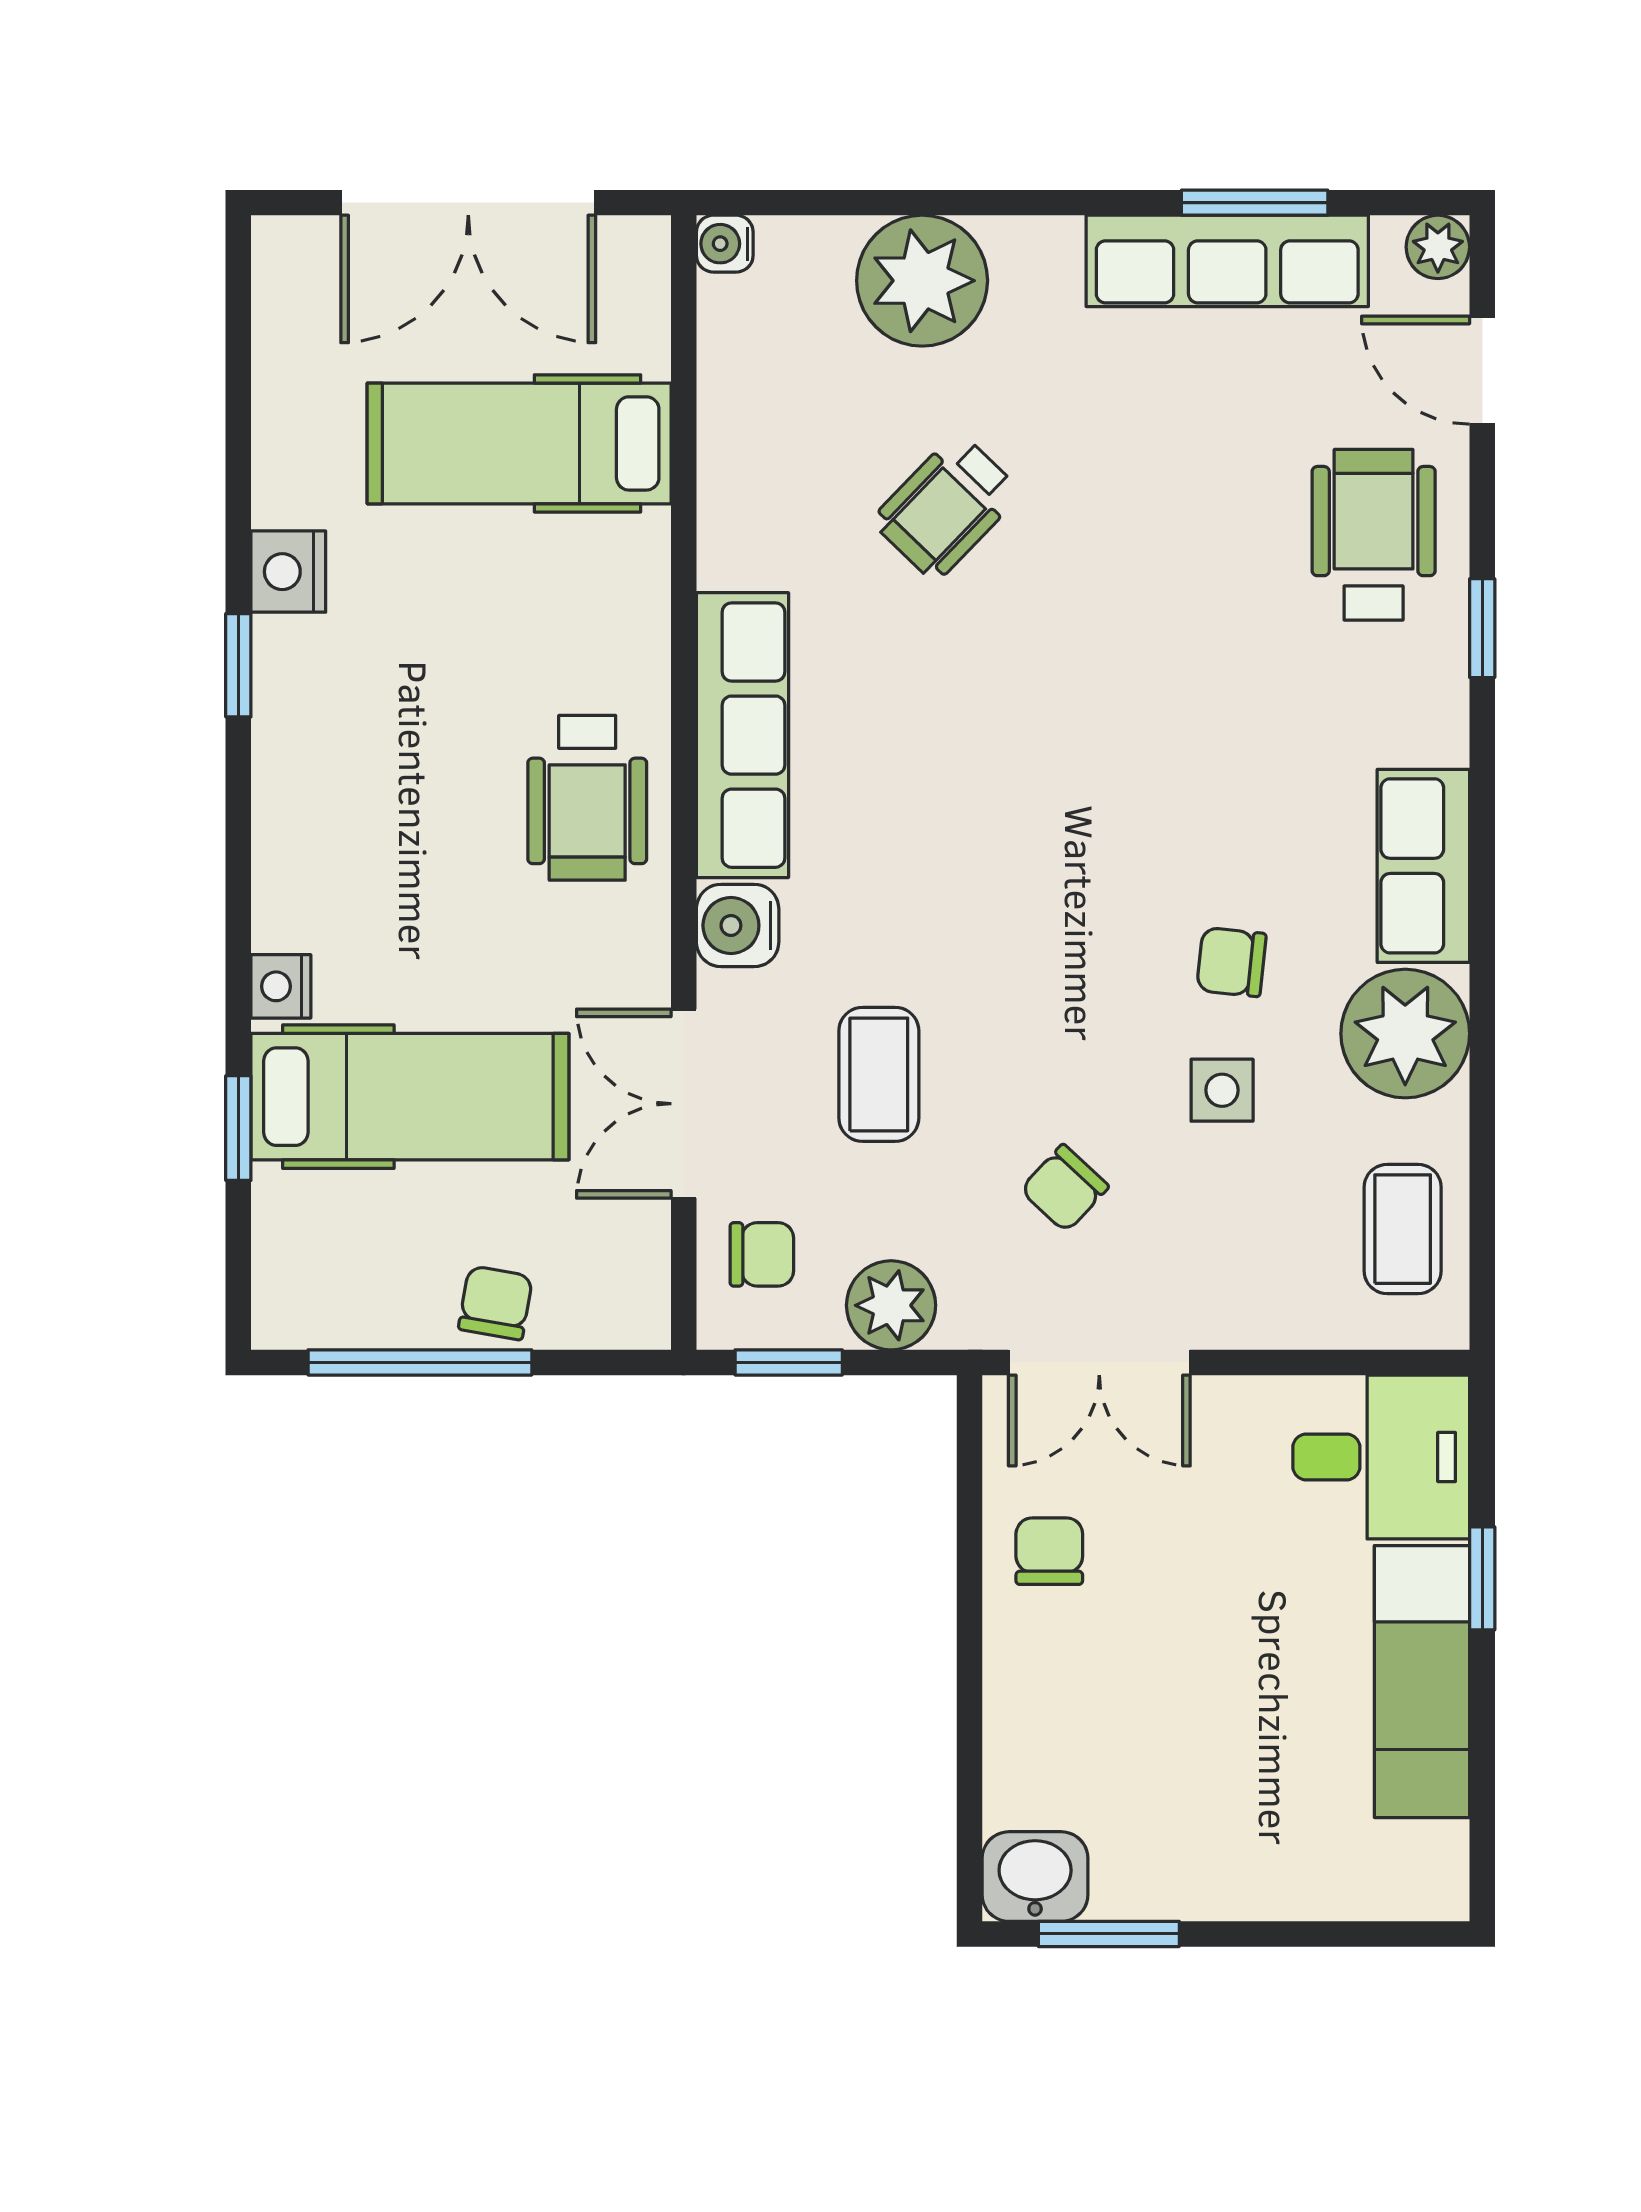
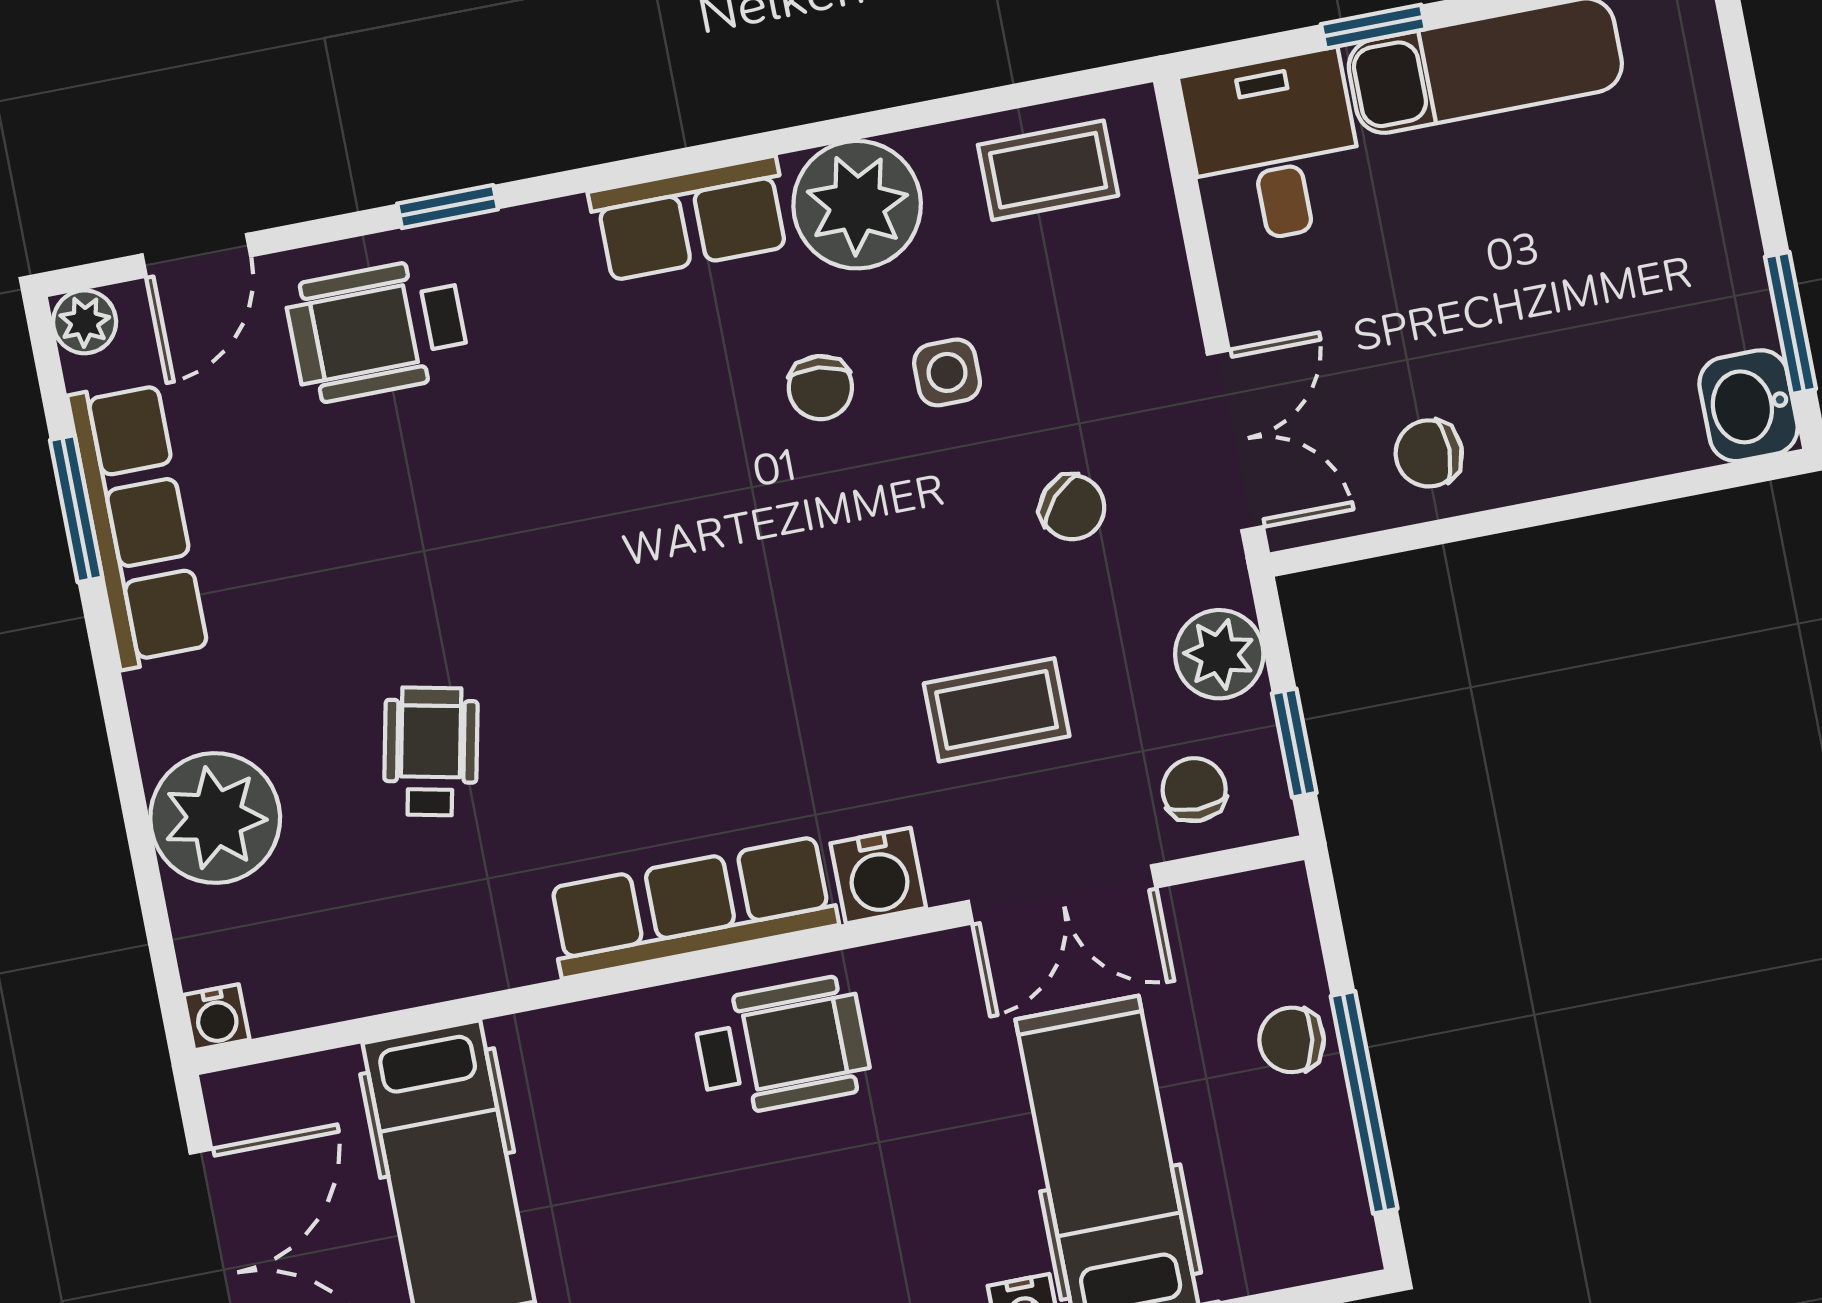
wheelchair: (946, 507) -> (431, 751), turned -122

